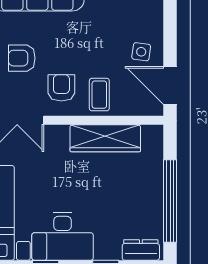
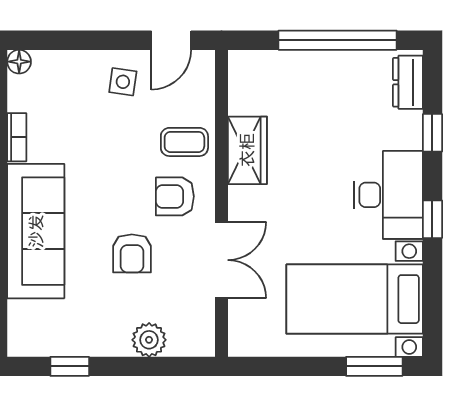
door: (170, 85) -> (171, 40), width x0.73
wardrobe: (105, 138) -> (247, 150), width x0.67

